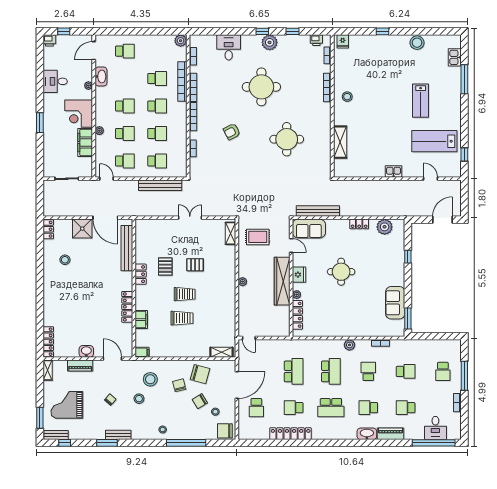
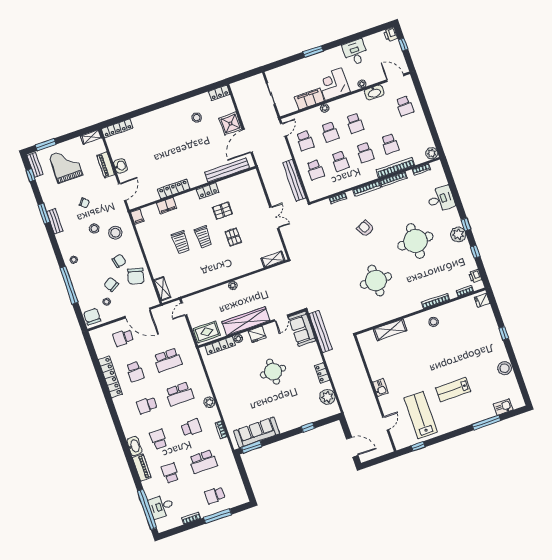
rug: (258, 237) -> (207, 332), moved, turned 90
sofa: (395, 303) -> (257, 432), width x1.36
school desk: (406, 371) -> (203, 462), width x1.85
school desk: (294, 408) -> (135, 372), turned 180
school desk: (331, 408) -> (147, 405), width x0.54

